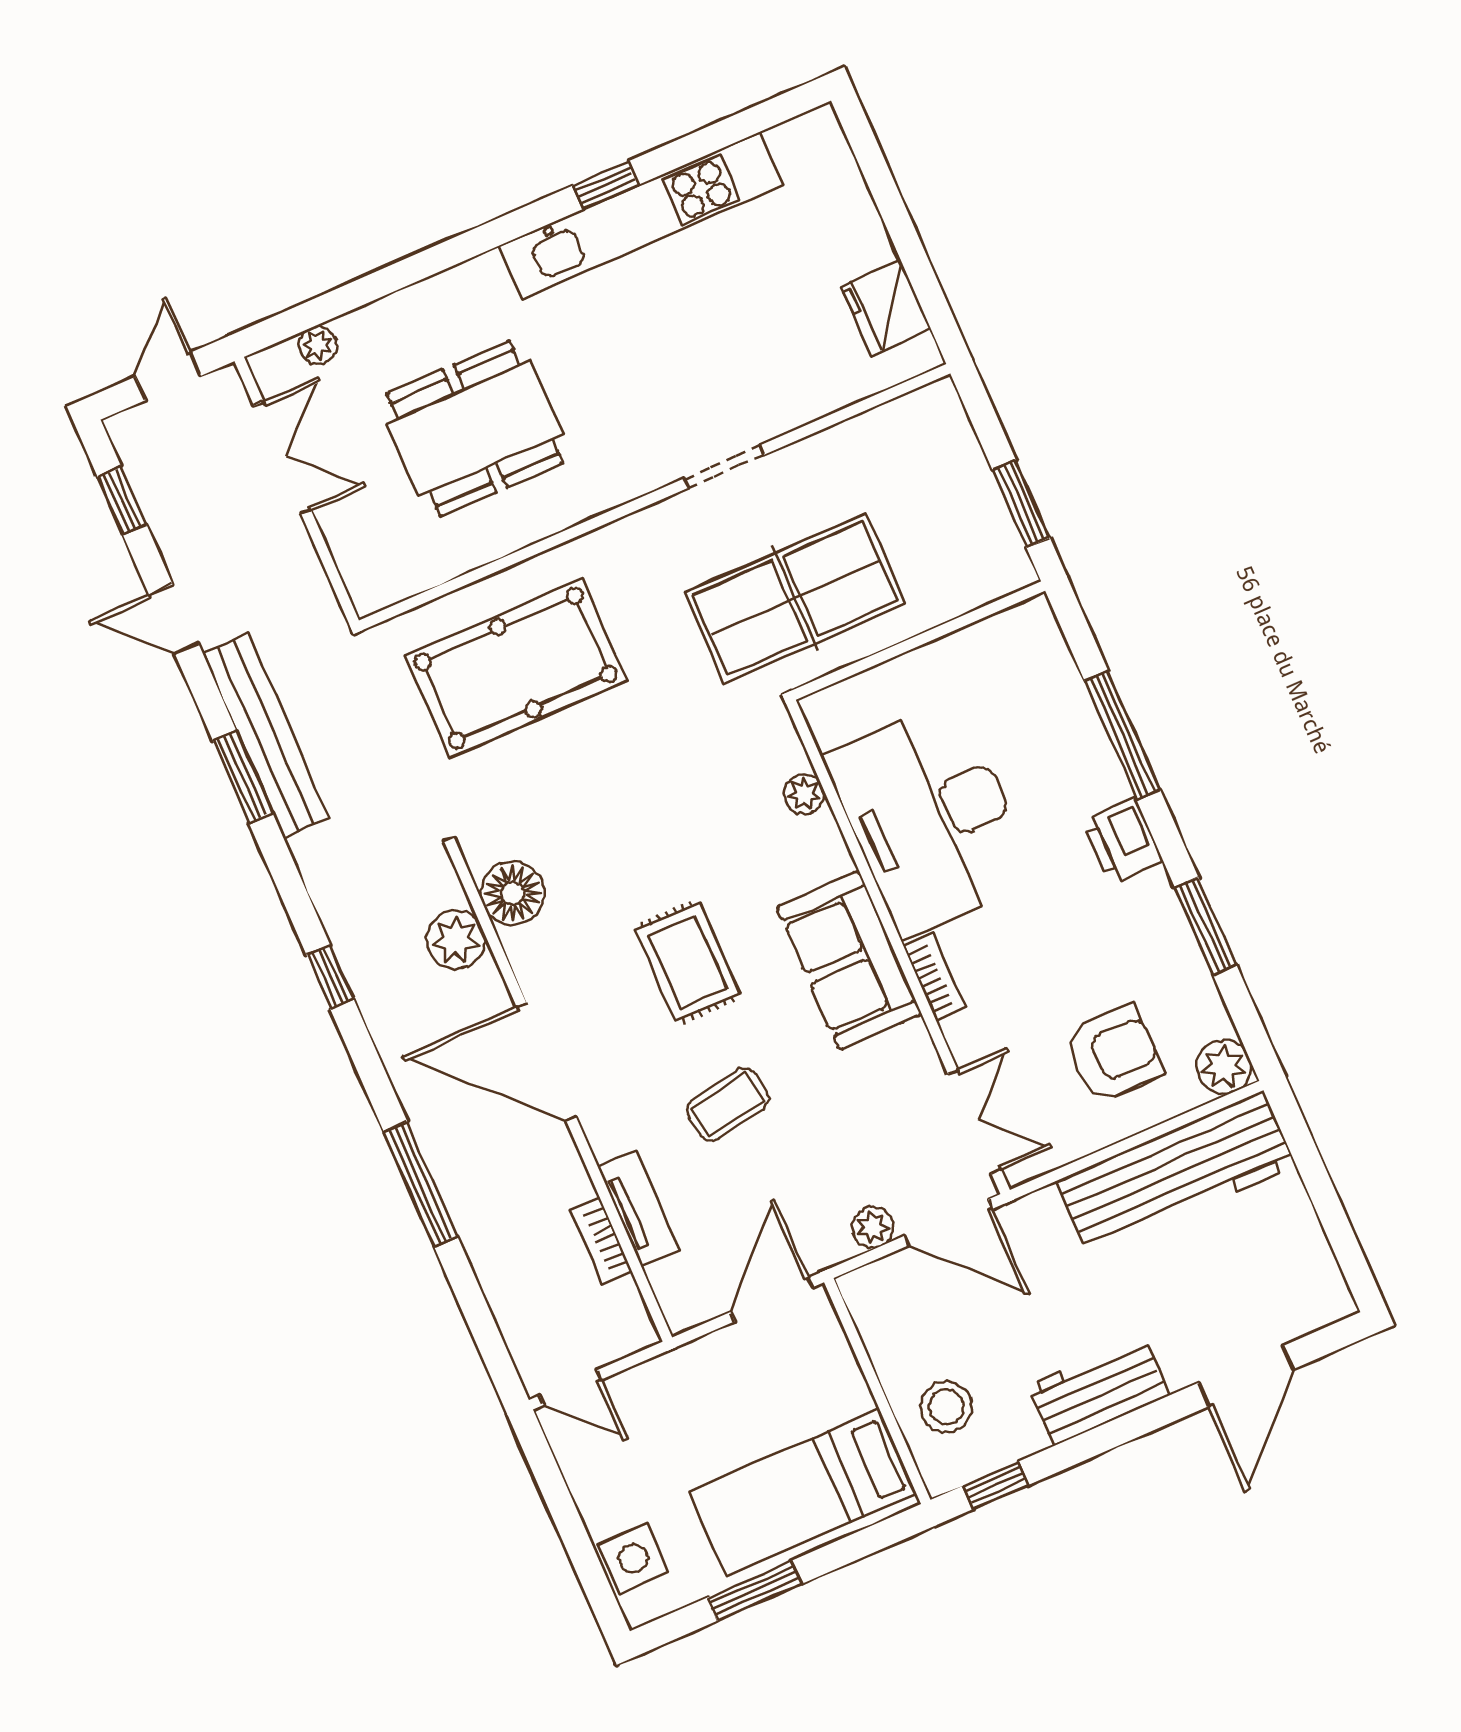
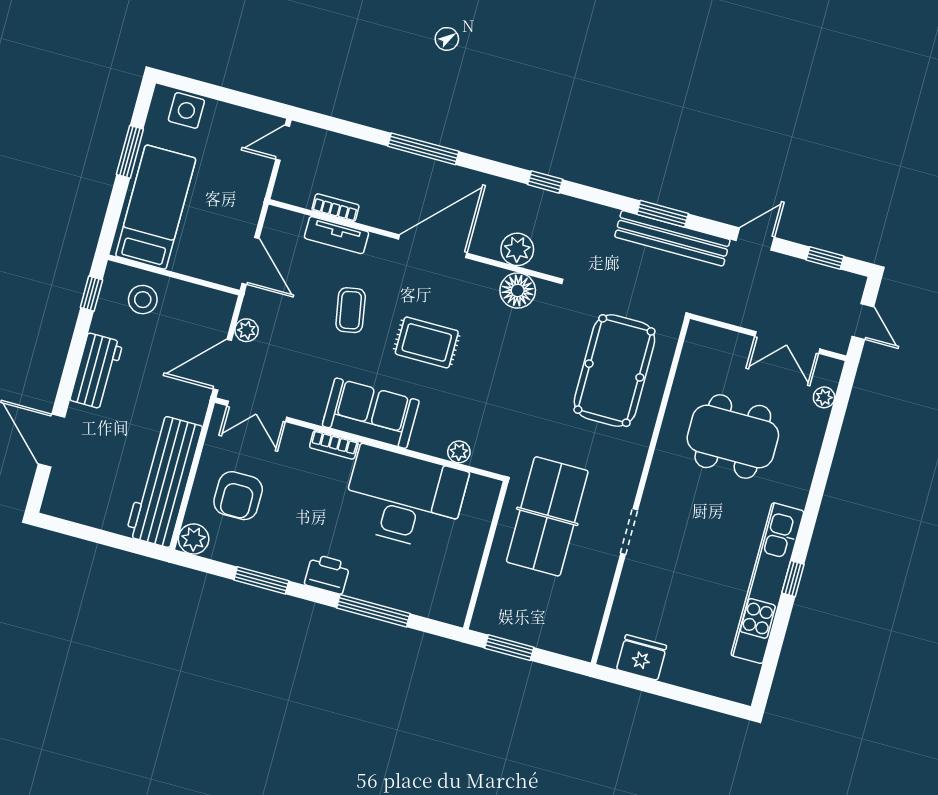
dining table: (475, 429) -> (733, 437), turned 90

